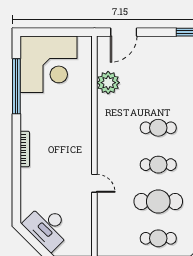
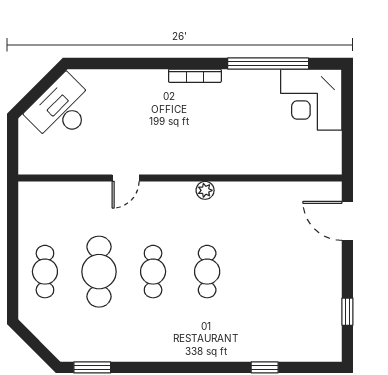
corner desk: (49, 64) -> (311, 100), width x0.74, depth x0.74
plant: (108, 83) -> (205, 190), moved, width x0.53, depth x0.53
bookcase: (25, 149) -> (195, 76), moved

